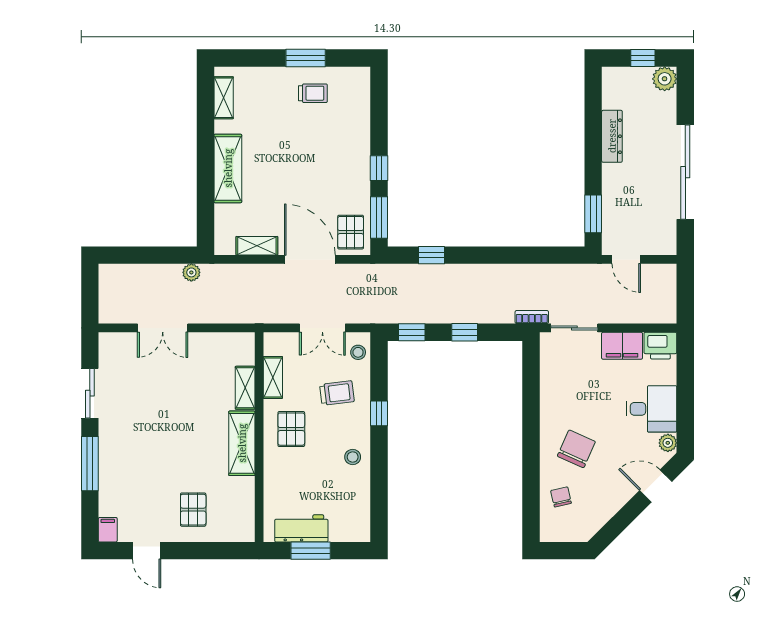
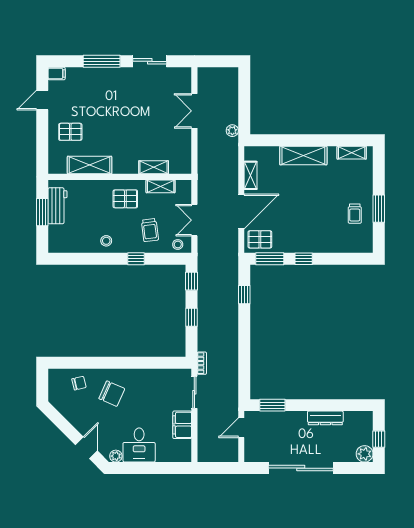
printer: (660, 346) -> (182, 451), removed
shelving: (242, 443) -> (90, 165), moved

